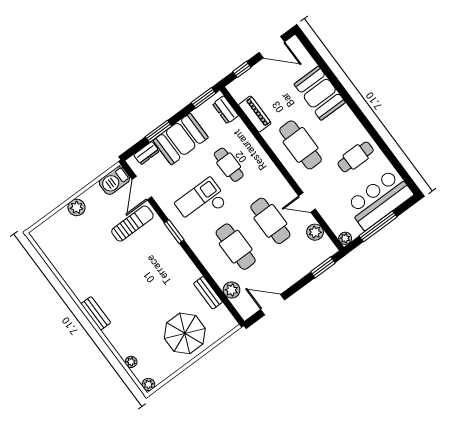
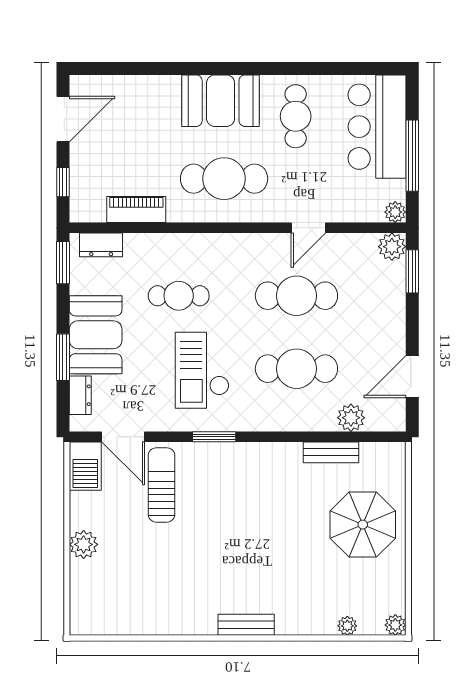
booth: (320, 93) -> (221, 101), moved
plant: (315, 232) -> (392, 247), moved

